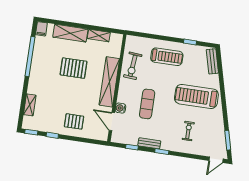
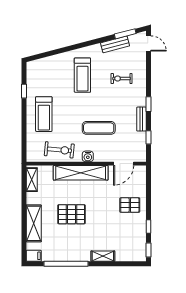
shelving: (99, 36) -> (32, 180), moved
treadmill: (167, 57) -> (44, 114), turned 180
bench: (212, 61) -> (115, 44), moved
pallet: (74, 68) -> (71, 214), turned 90
treadmill: (196, 96) -> (82, 75), width x0.73, depth x0.73
shelving: (30, 105) -> (103, 256), moved
water cooler: (120, 108) -> (88, 156), moved
pallet: (74, 121) -> (130, 205), turned 90

